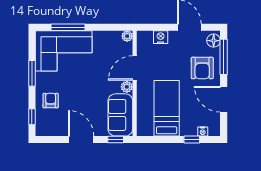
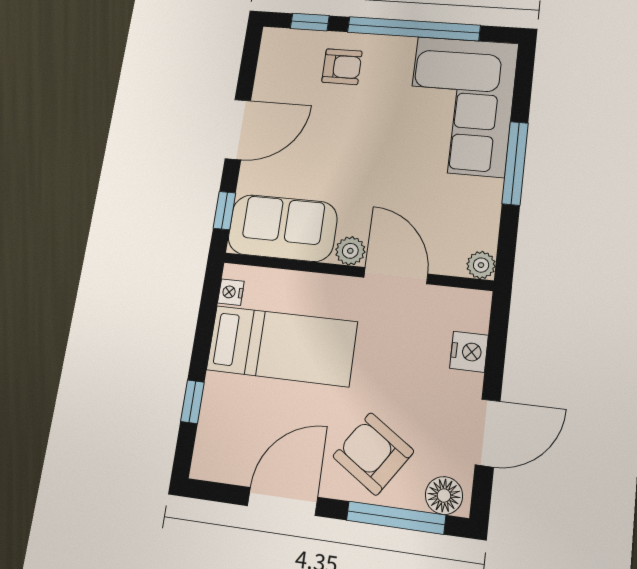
window: (68, 27) -> (515, 163), moved
armchair: (202, 68) -> (373, 454), turned 34
window: (32, 73) -> (413, 29), width x2.11
nightstand: (203, 132) -> (231, 292), moved

